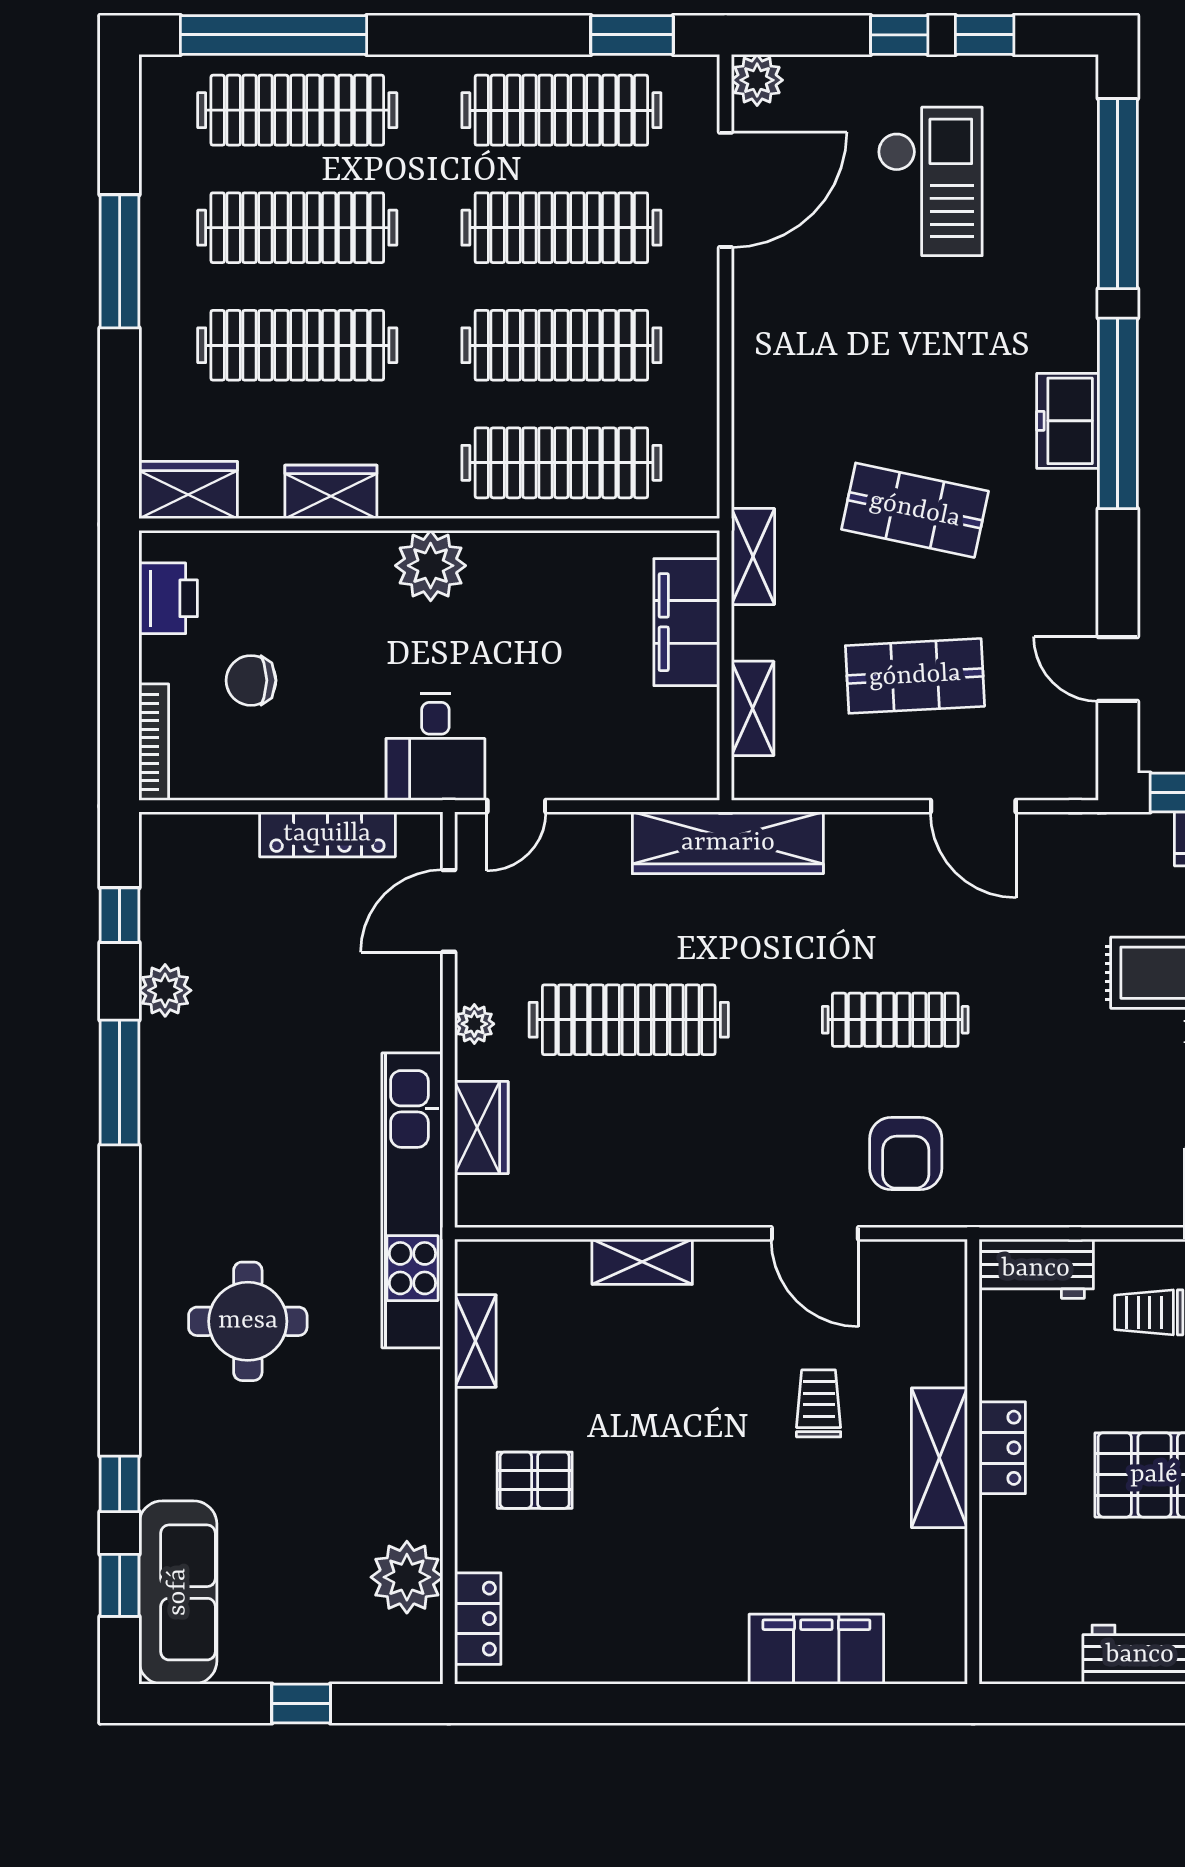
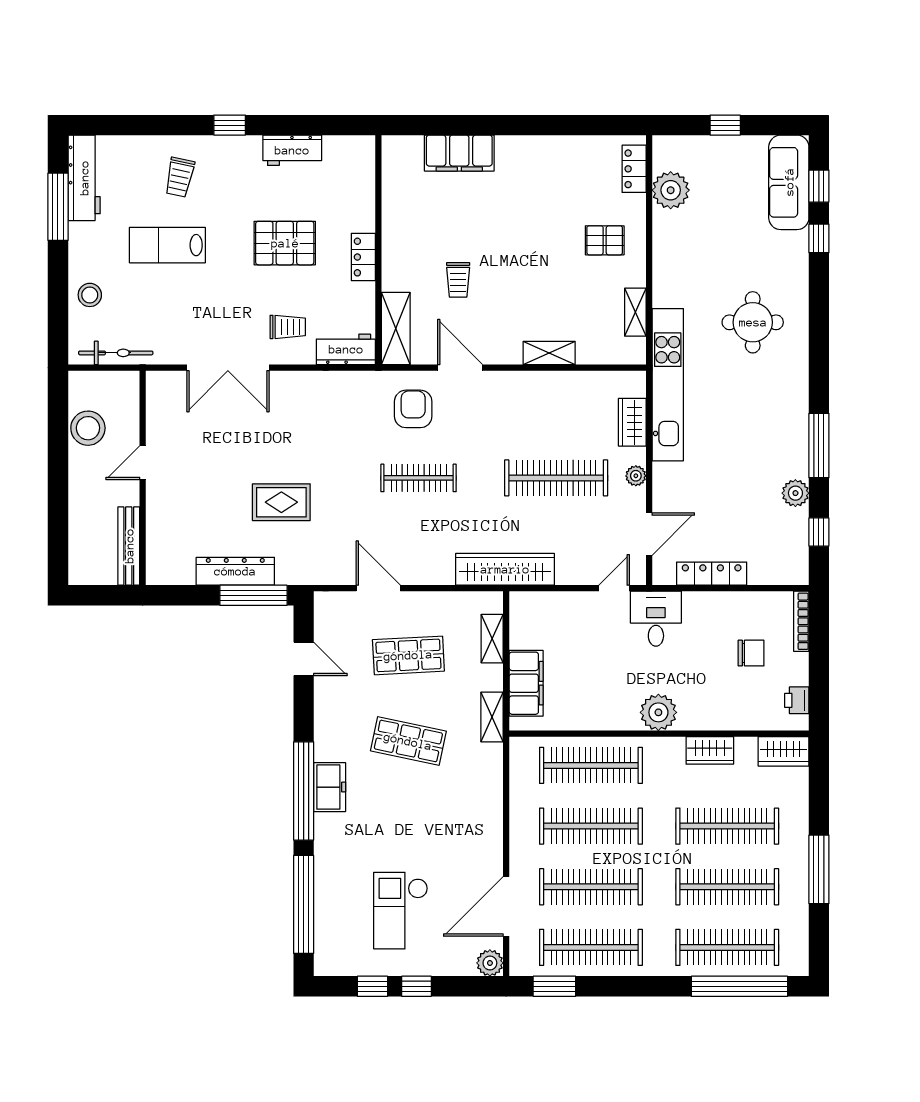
printer: (168, 598) -> (797, 700), width x0.73, depth x0.81
shelving: (939, 1458) -> (396, 329), moved

